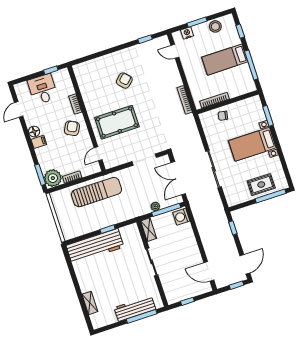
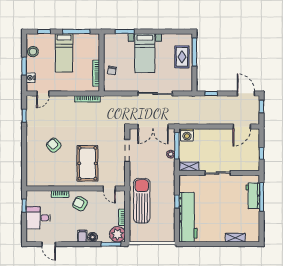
floor lamp: (34, 132) -> (93, 237), moved
workbench: (135, 308) -> (253, 196), width x0.73

